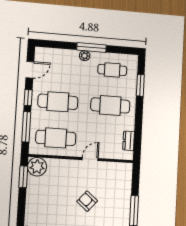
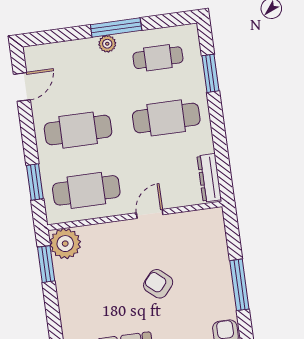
window: (28, 98) -> (28, 133), removed
window: (26, 127) -> (35, 182), width x0.69
dresser: (129, 141) -> (209, 178), width x1.44

